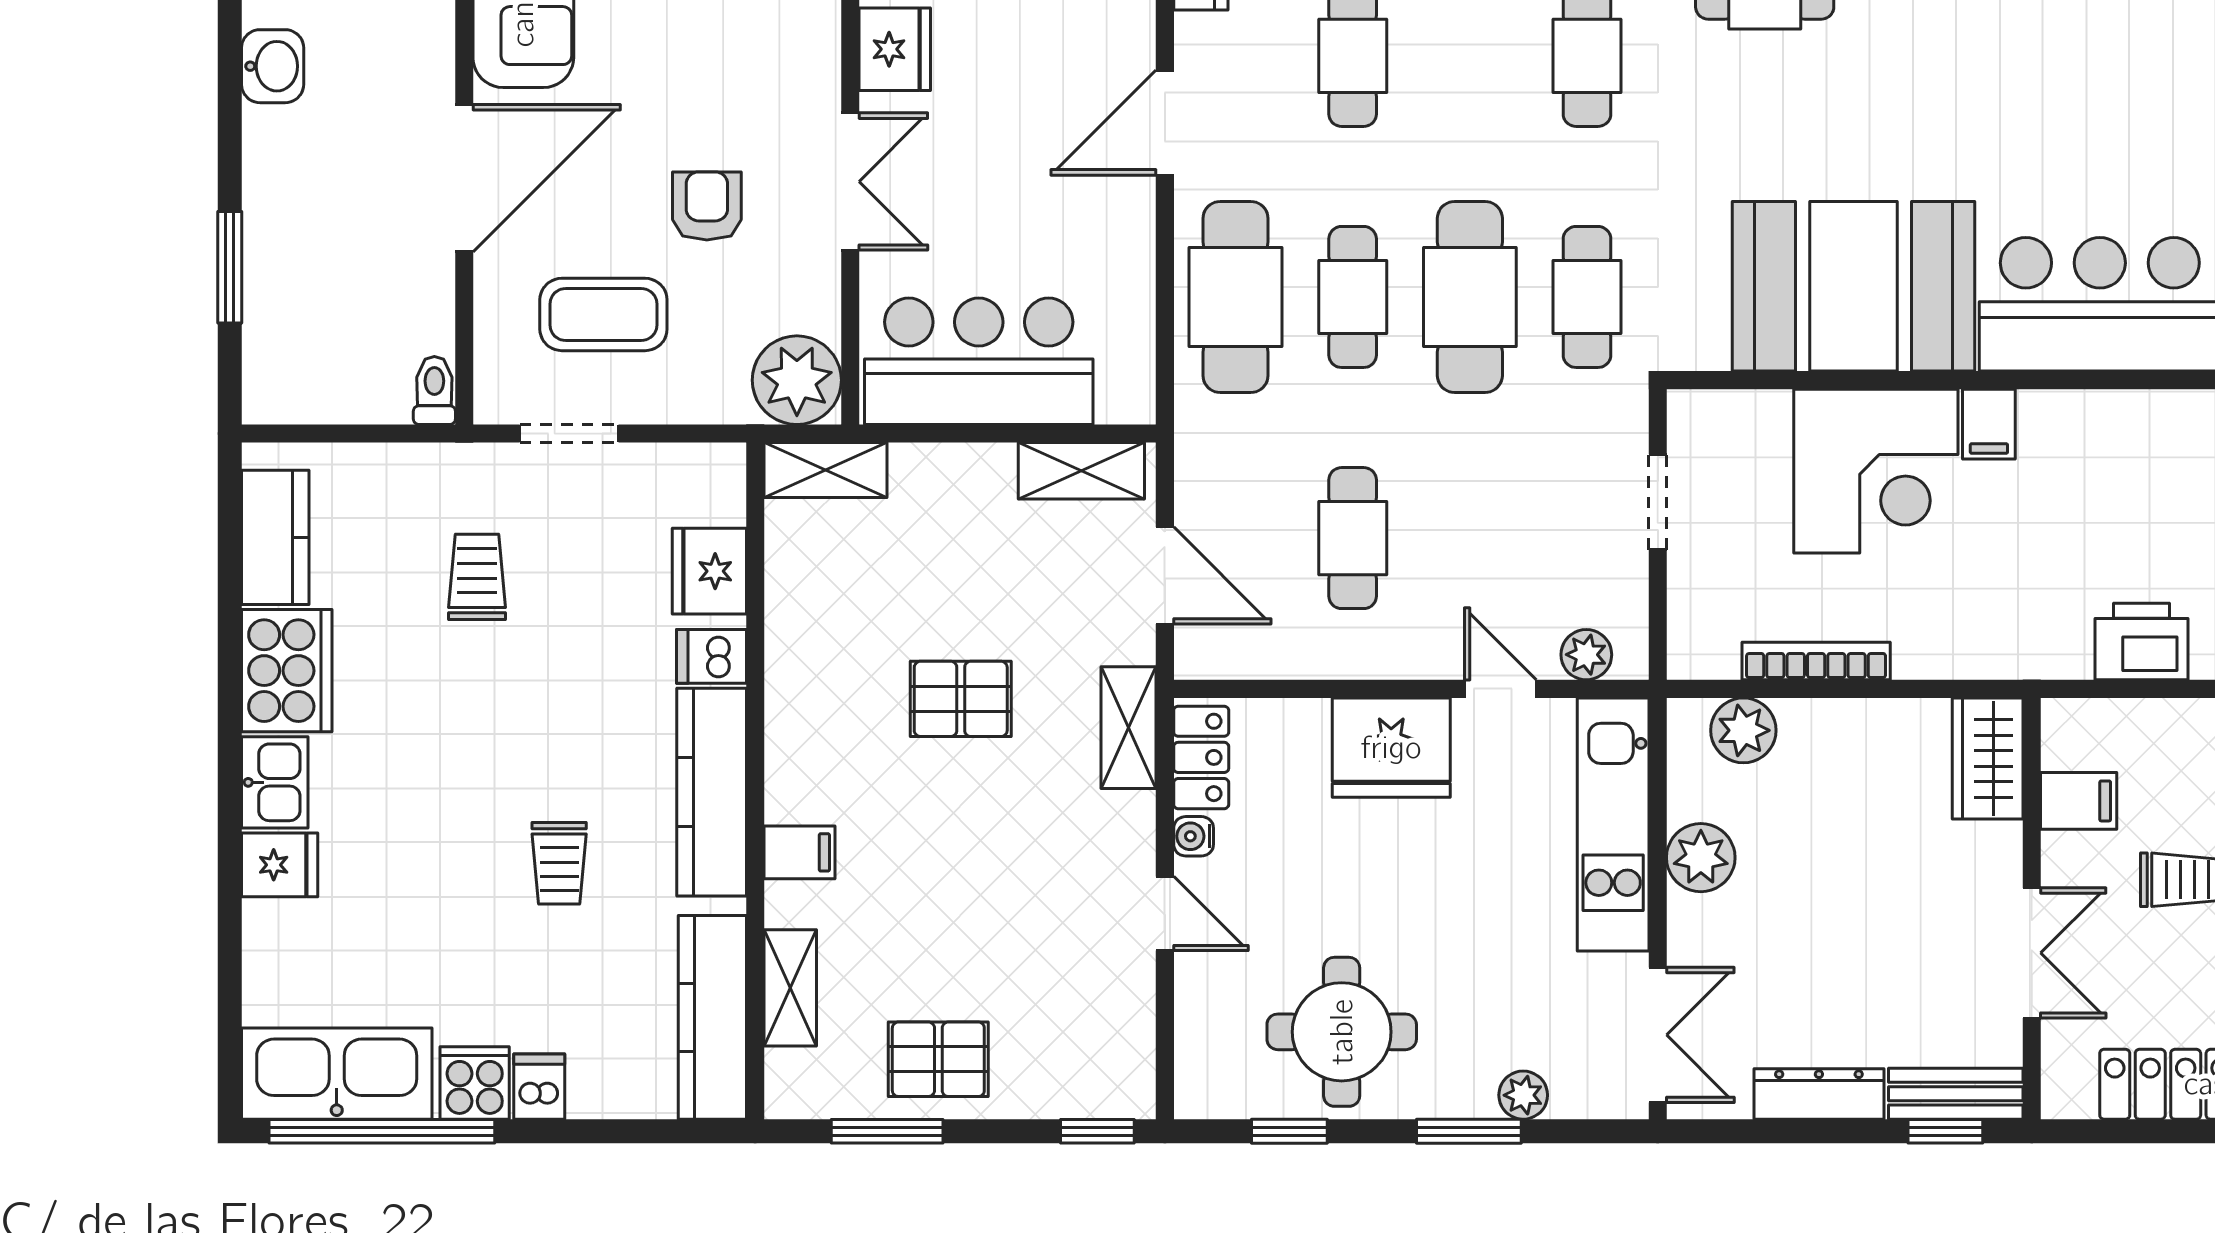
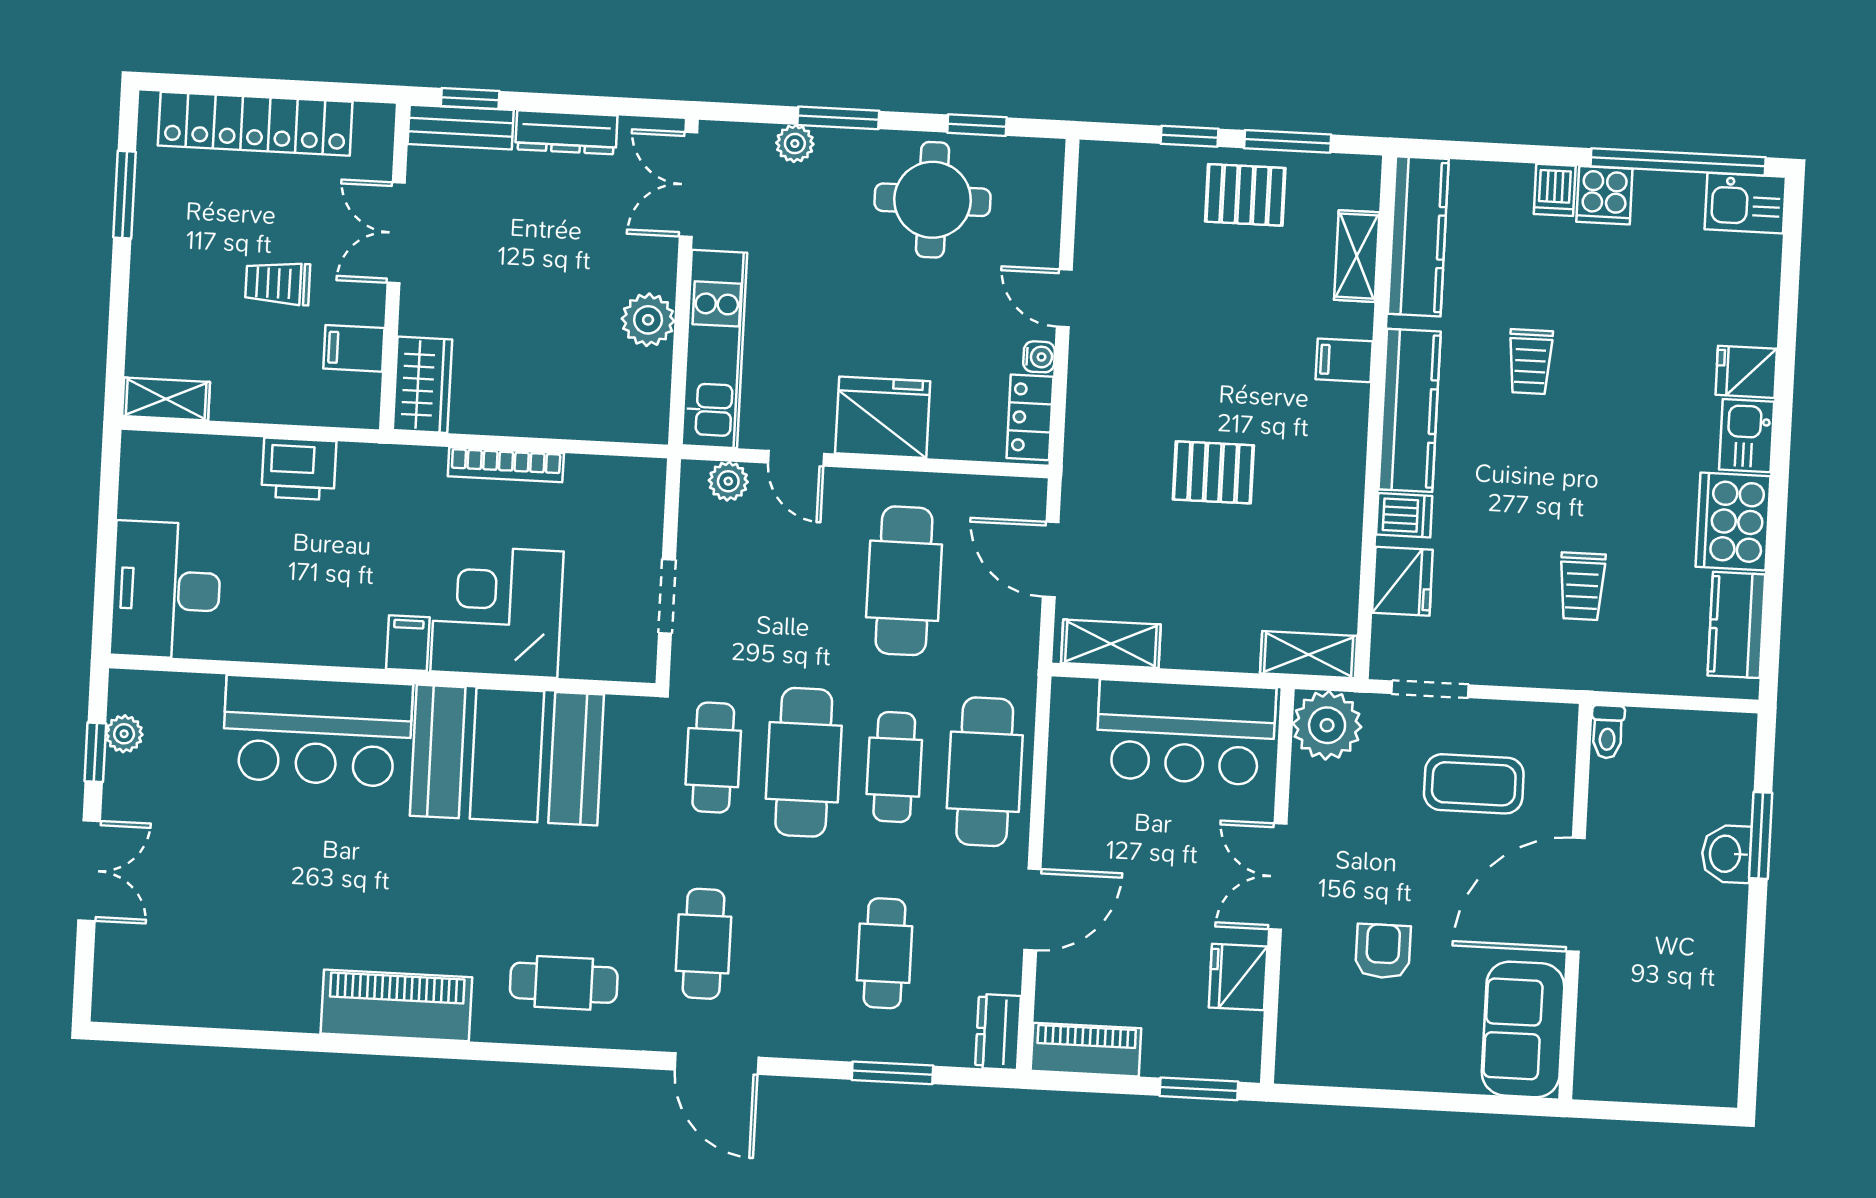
washbasin: (273, 66) -> (1726, 854), moved
armchair: (707, 206) -> (1383, 951), moved, turned 180
doorway: (569, 434) -> (1430, 689), moved
cafe table: (1353, 538) -> (904, 581), width x1.37, depth x1.35
bookcase: (1816, 661) -> (506, 465), moved
shelving: (1128, 728) -> (1085, 443), removed
plant: (1743, 730) -> (610, 416), removed
trolley: (559, 863) -> (1530, 362), turned 180
kitchen sink: (337, 1074) -> (1745, 203), width x0.53, depth x0.81
window: (1097, 1131) -> (1190, 136), moved

